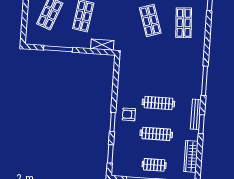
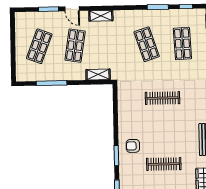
clothes rail: (158, 103) -> (163, 98), moved

